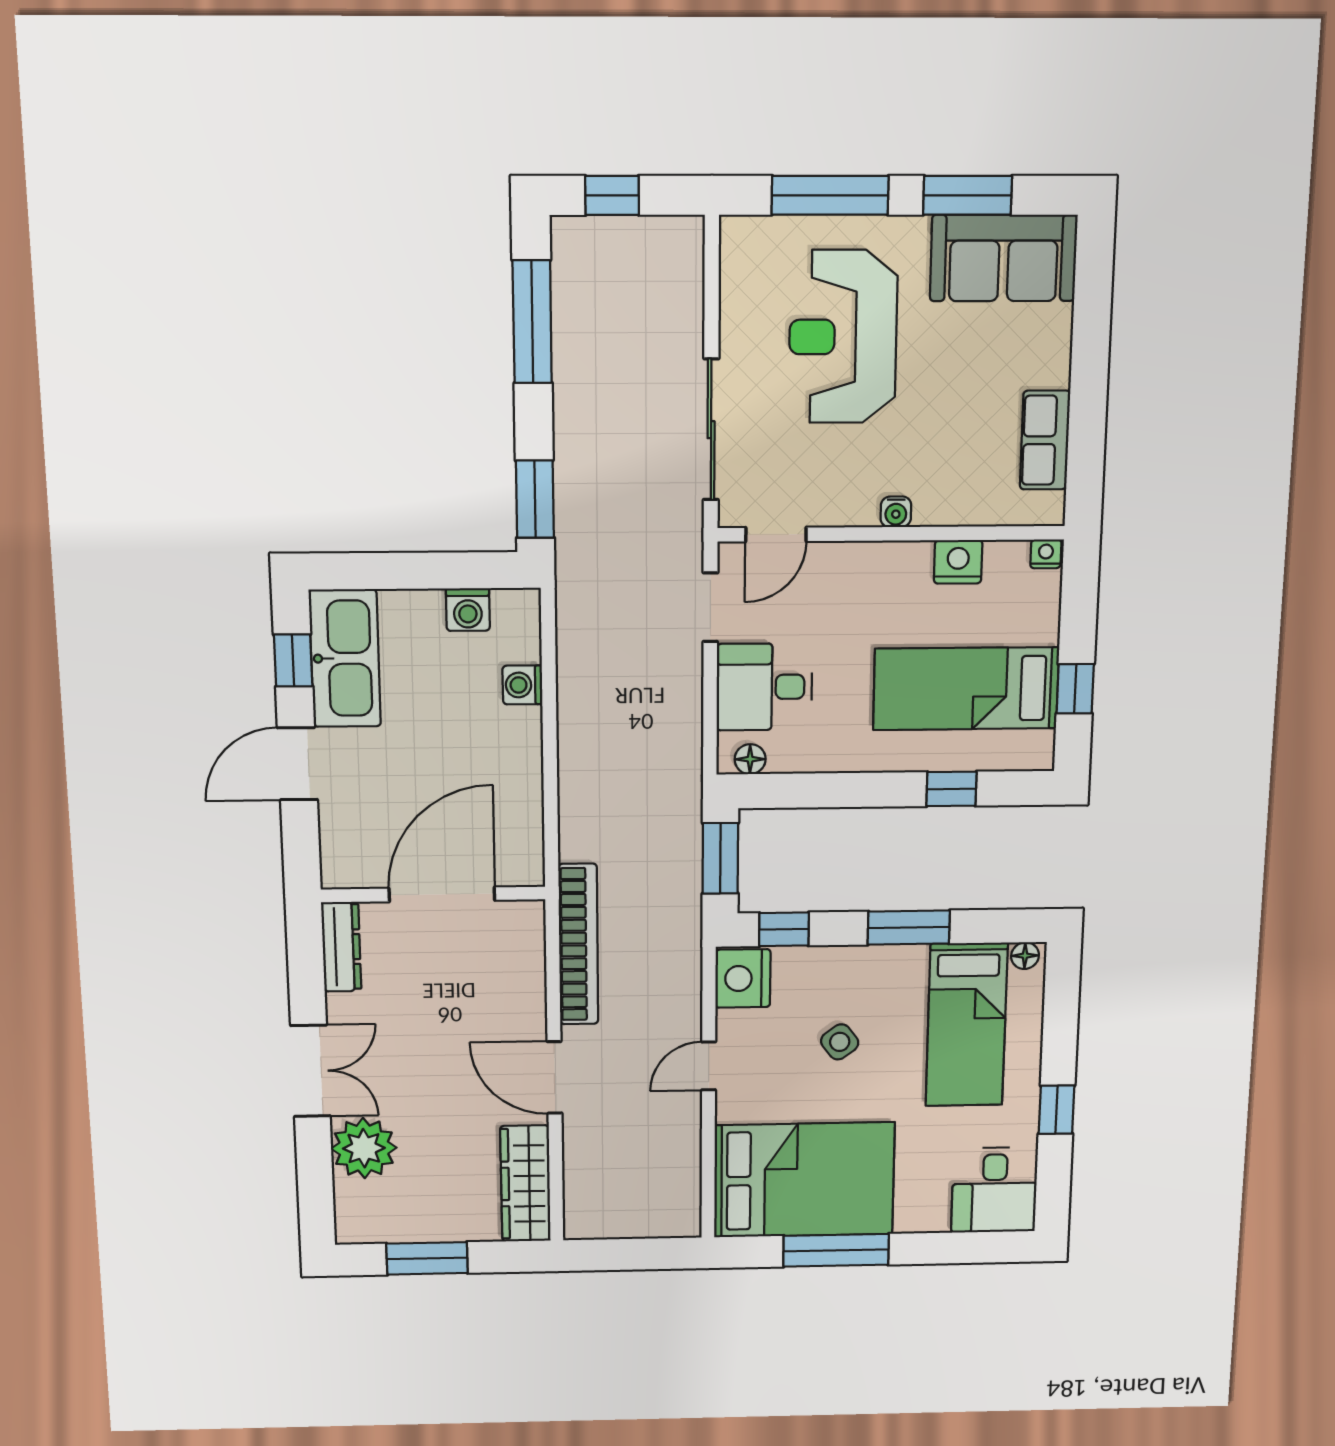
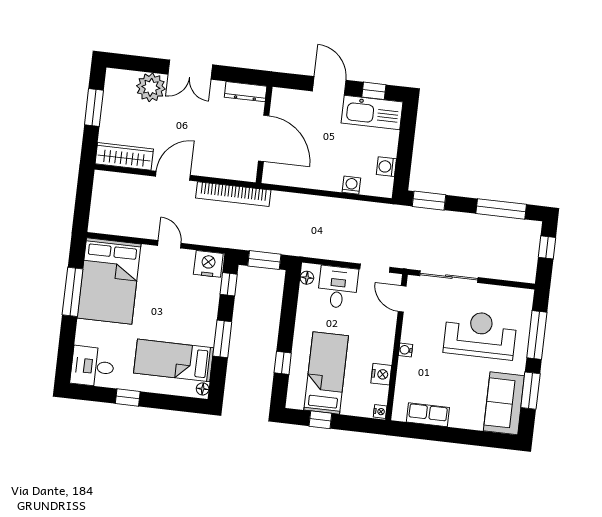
side table: (840, 1042) -> (173, 303), removed

